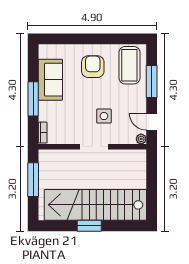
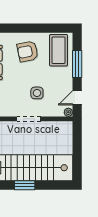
armchair: (93, 67) -> (28, 51), turned -101
door: (152, 122) -> (77, 98), hinge flipped

